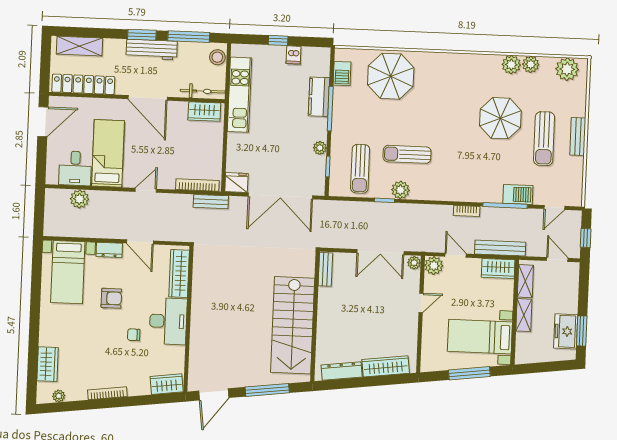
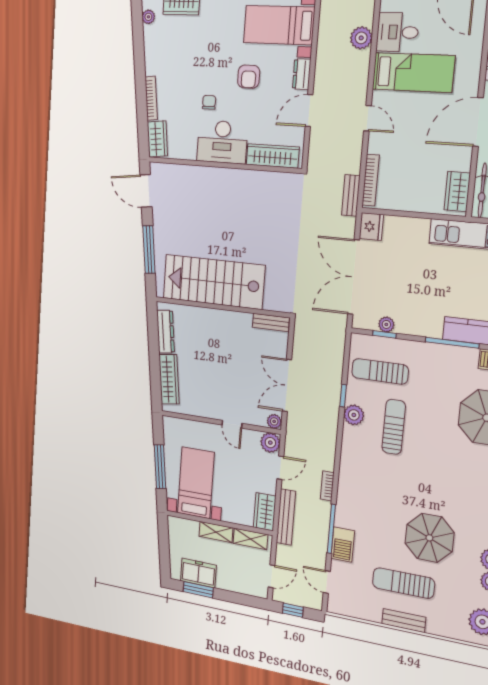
plant: (320, 148) -> (386, 324), moved
bookcase: (107, 393) -> (151, 98), moved

